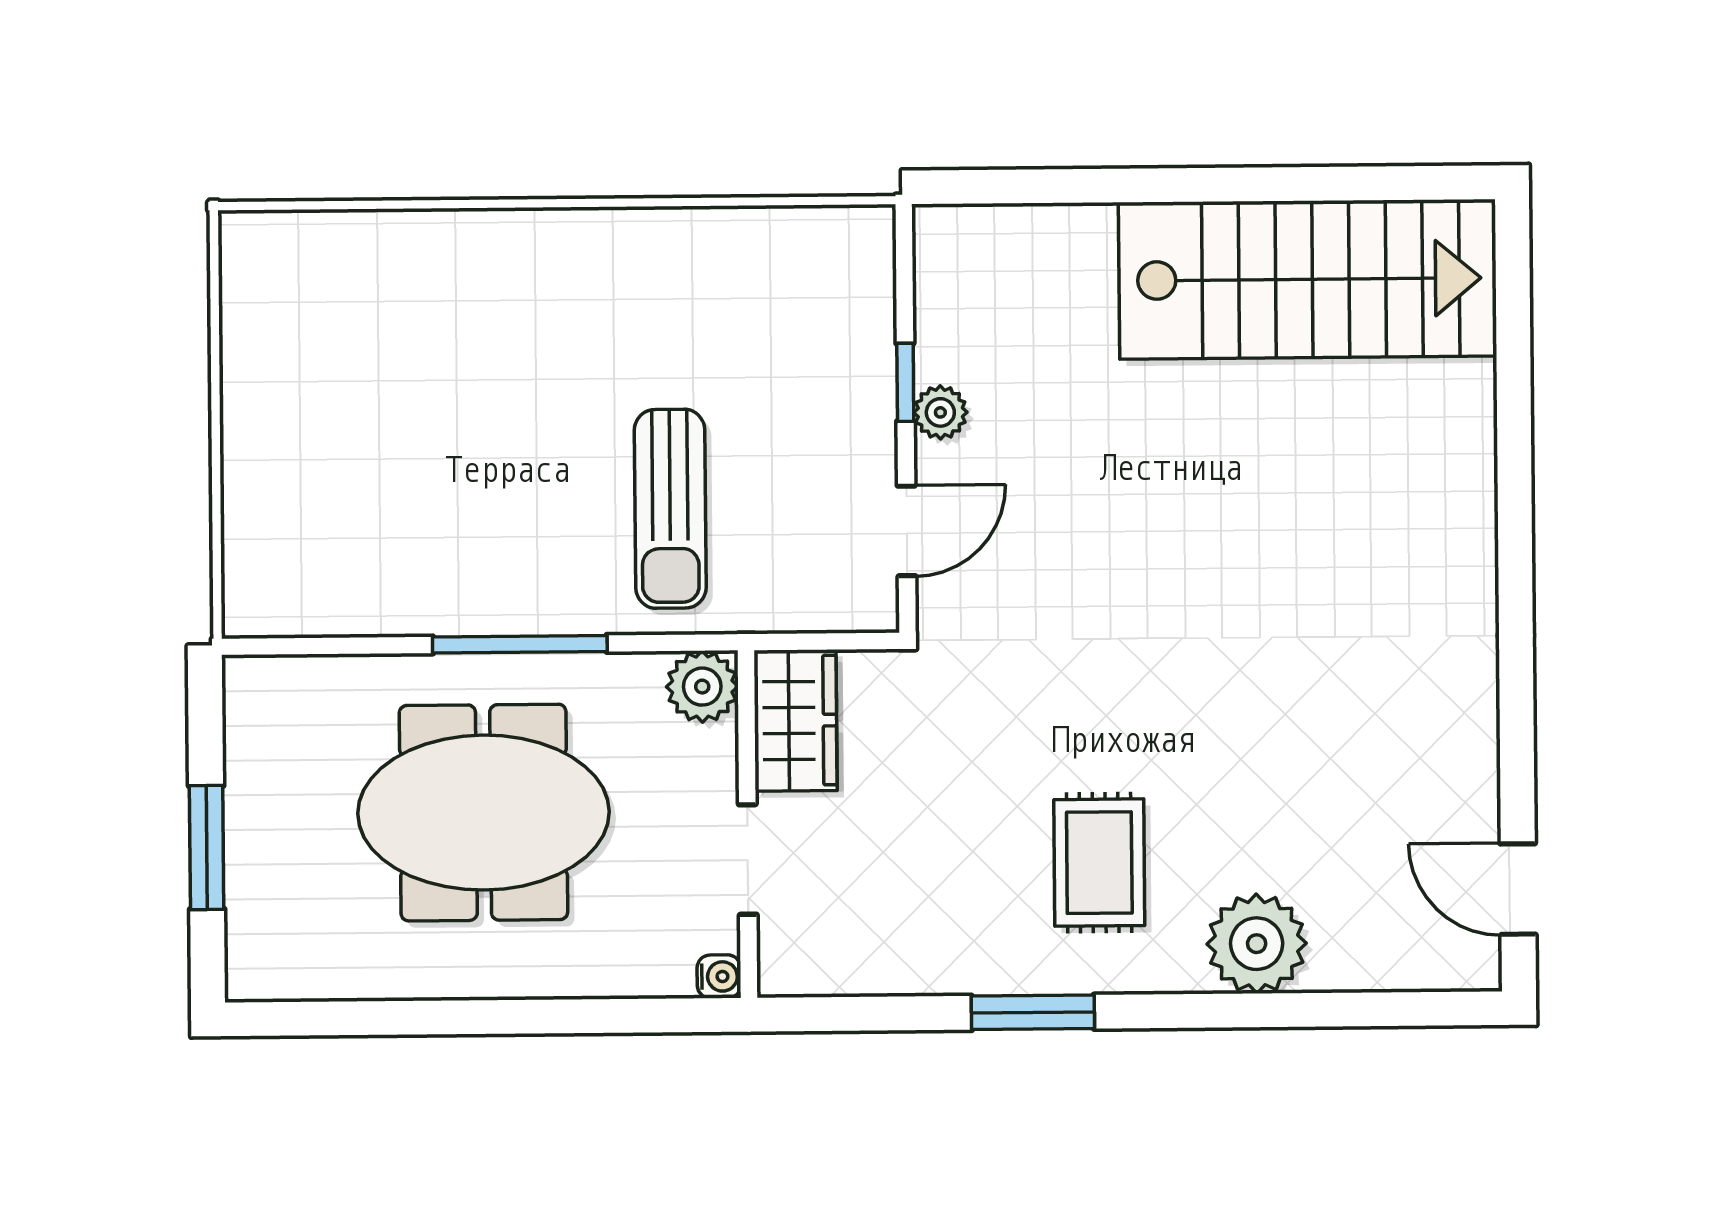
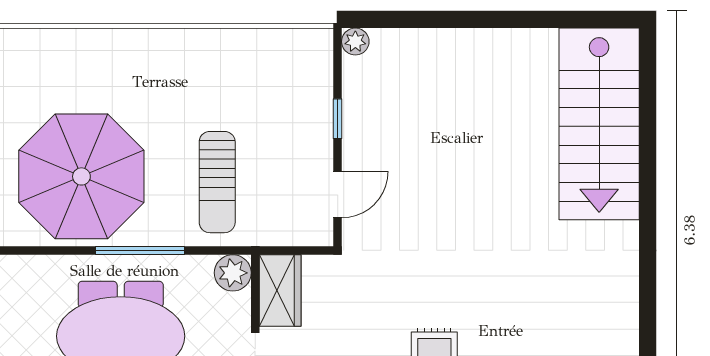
stairs: (1308, 279) -> (599, 124), moved, turned 90
plant: (940, 412) -> (355, 42), moved
parasol: (404, 500) -> (81, 176), added

